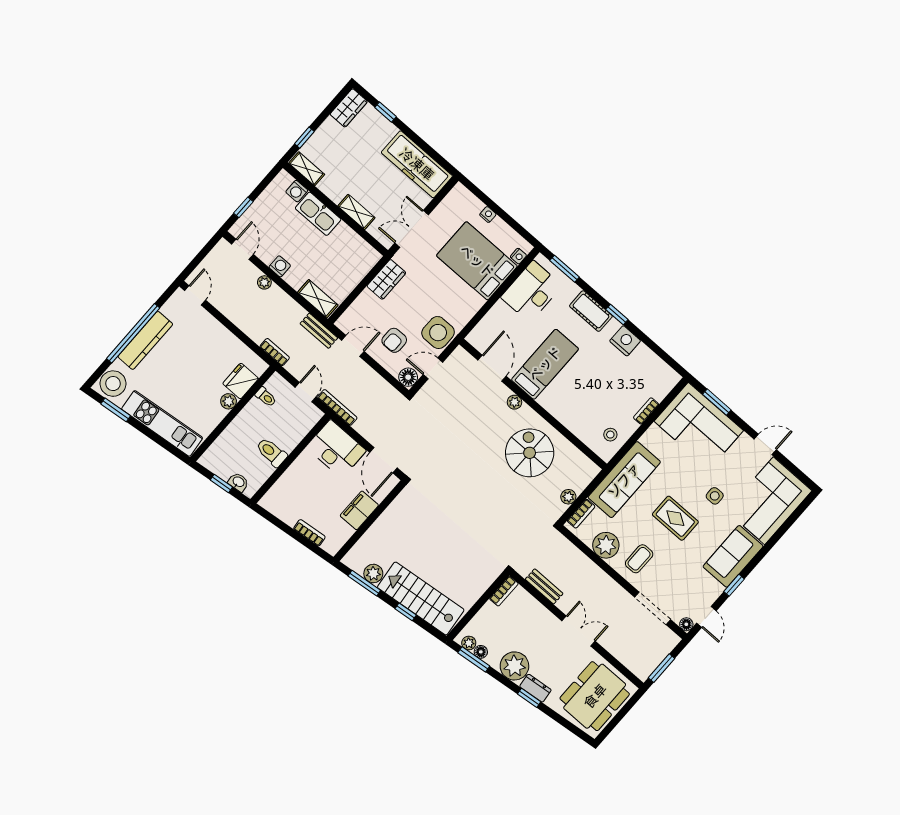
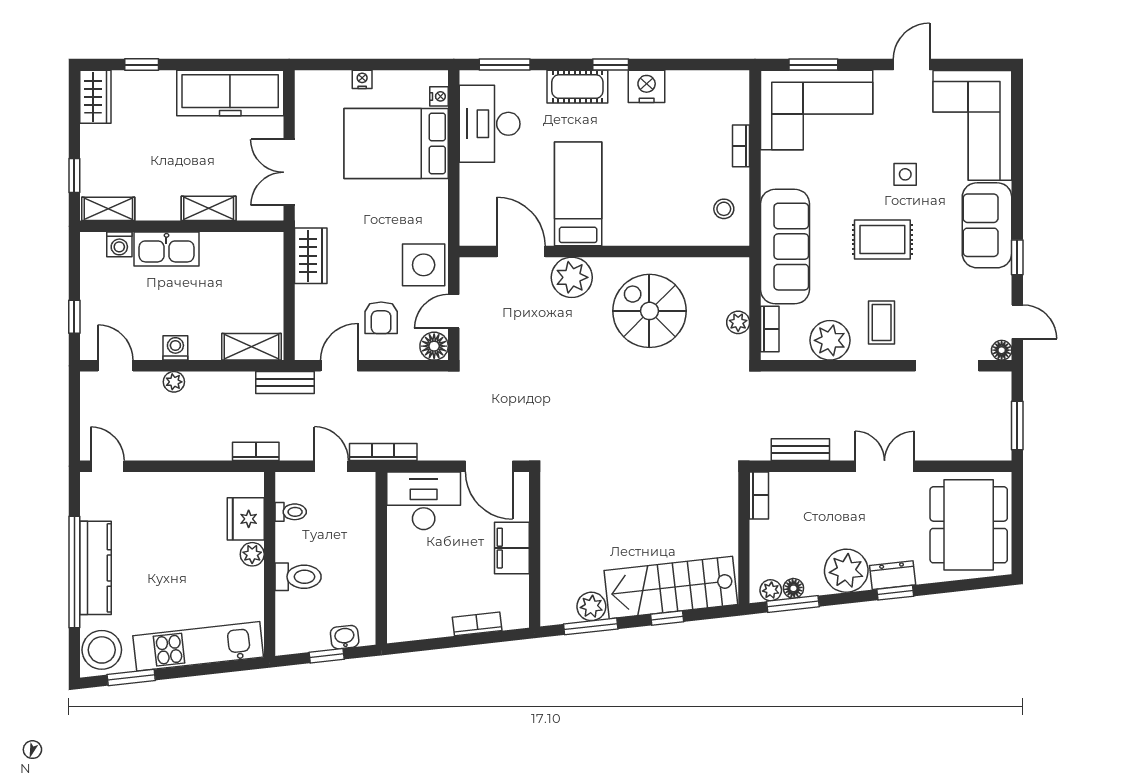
plant: (515, 402) -> (572, 277), width x1.88, depth x1.88
toilet: (271, 452) -> (298, 577), moved, turned 180

